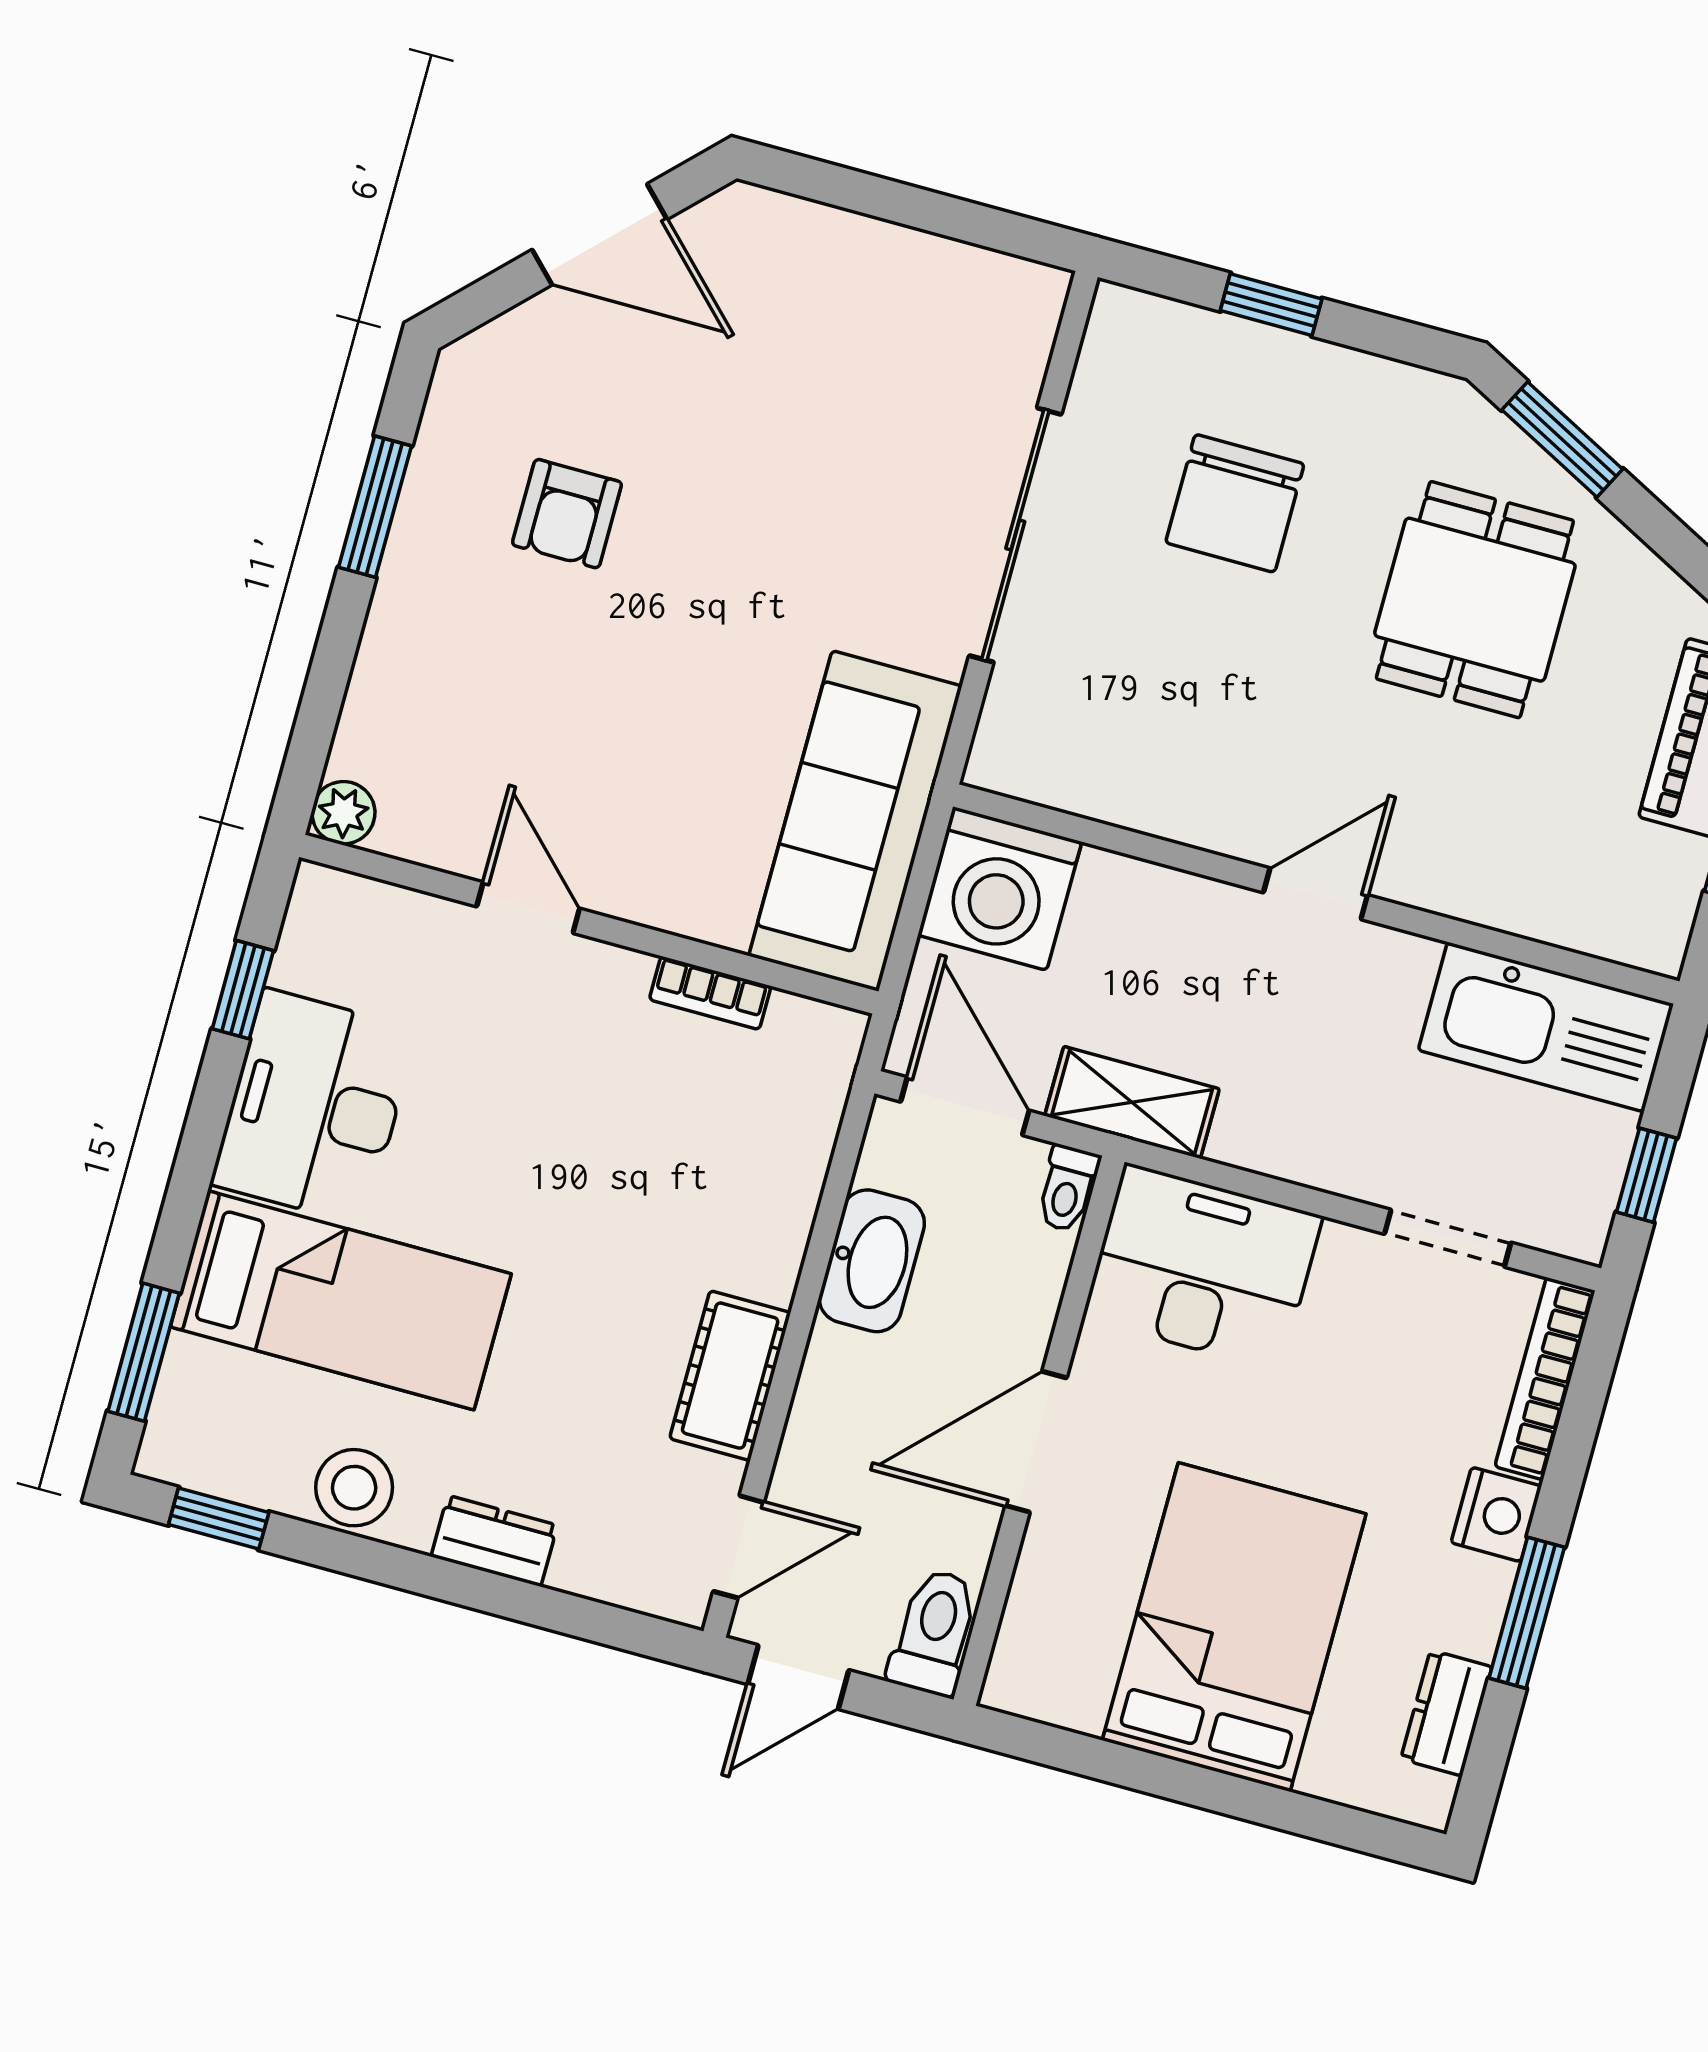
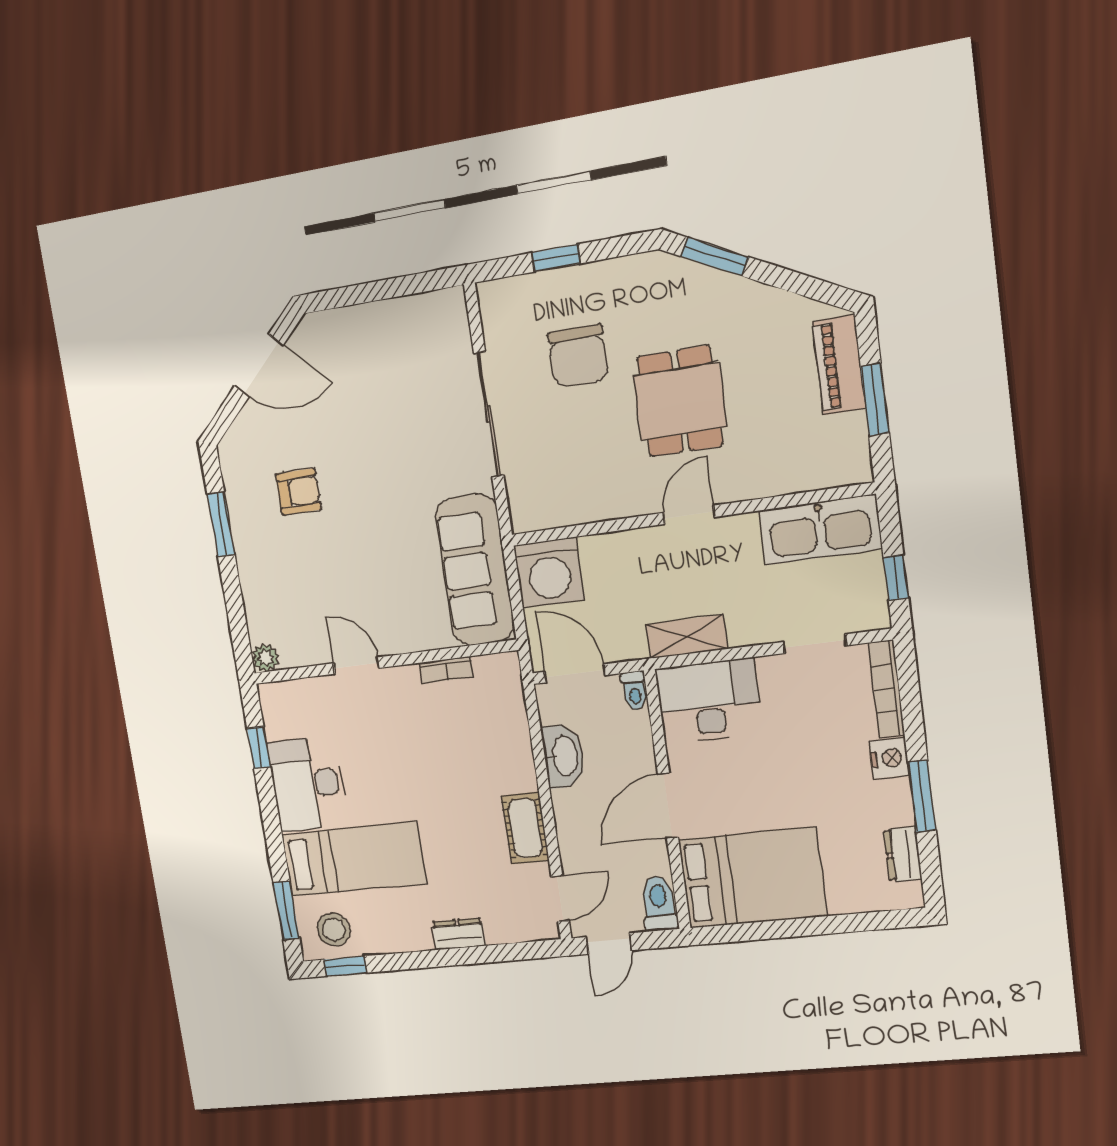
armchair: (567, 514) -> (298, 492), turned -90
dining table: (1475, 600) -> (680, 401), moved
shelving: (1132, 1102) -> (687, 637), moved
stool: (354, 1488) -> (334, 929), moved
bed: (1234, 1627) -> (752, 878), moved, turned 90

